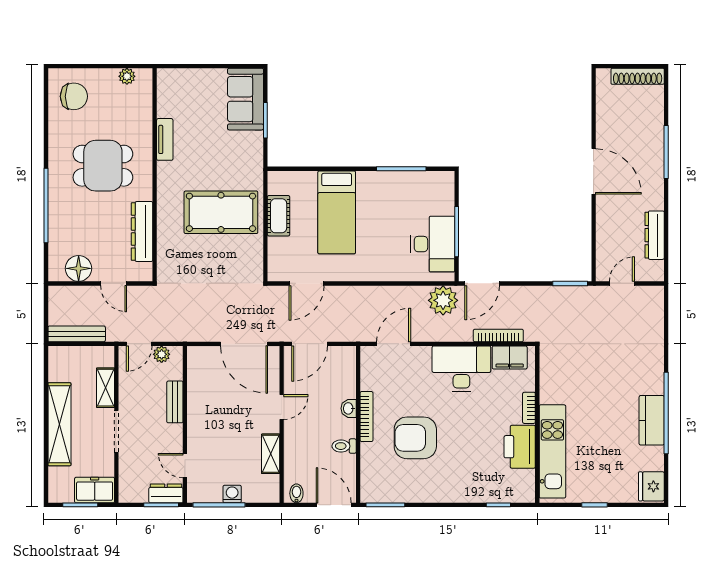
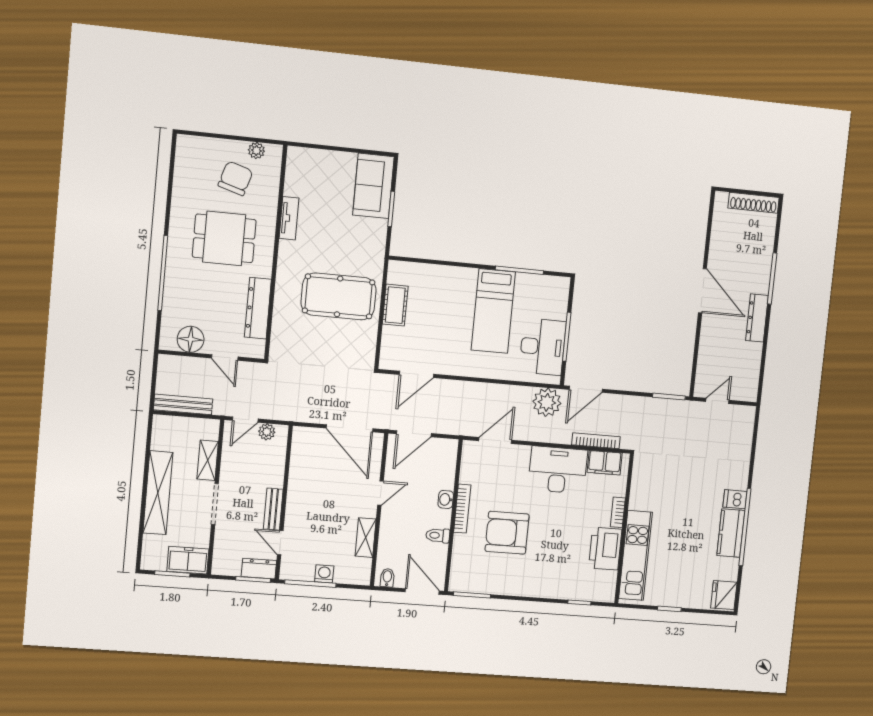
chair: (74, 96) -> (235, 178), moved, turned -73
bed: (337, 212) -> (493, 311), moved
dresser: (655, 235) -> (757, 318), moved
dishwasher: (652, 384) -> (735, 499), added
bench: (175, 402) -> (273, 509), moved

